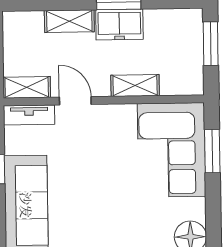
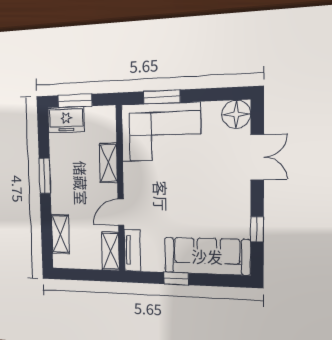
shelving: (69, 21) -> (60, 234), moved
freezer: (119, 25) -> (66, 120), moved, turned 90

